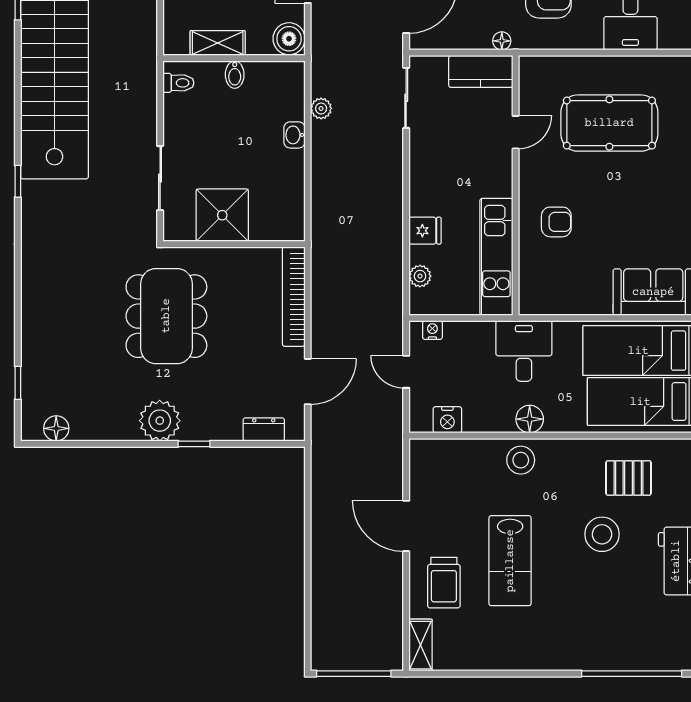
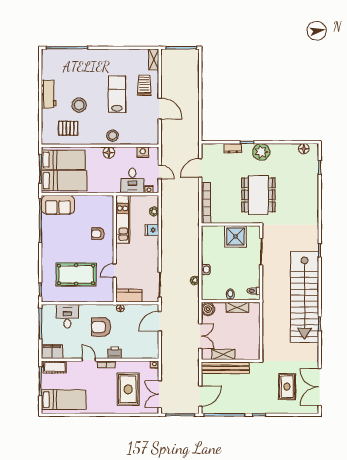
desk: (524, 351) -> (132, 181), moved
dresser: (264, 429) -> (233, 148), moved

